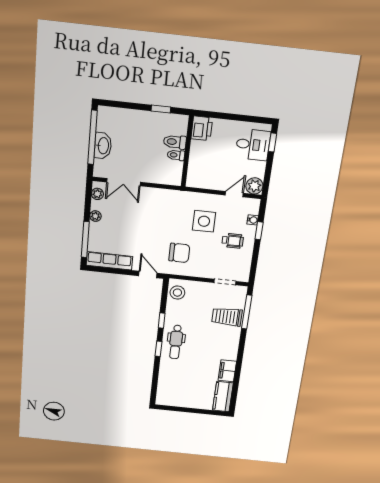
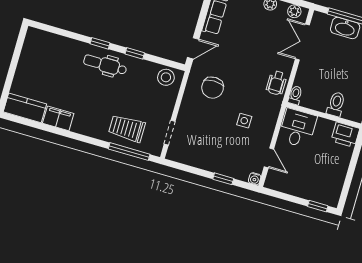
desk: (253, 145) -> (298, 128), moved, turned 180
toilet: (176, 155) -> (295, 95), moved
plant: (254, 186) -> (274, 181), removed
water cooler: (253, 220) -> (255, 179), moved
side table: (204, 221) -> (244, 121), width x0.54, depth x0.54
wheelchair: (233, 241) -> (277, 83), moved
trolley: (227, 317) -> (127, 128), turned -90

